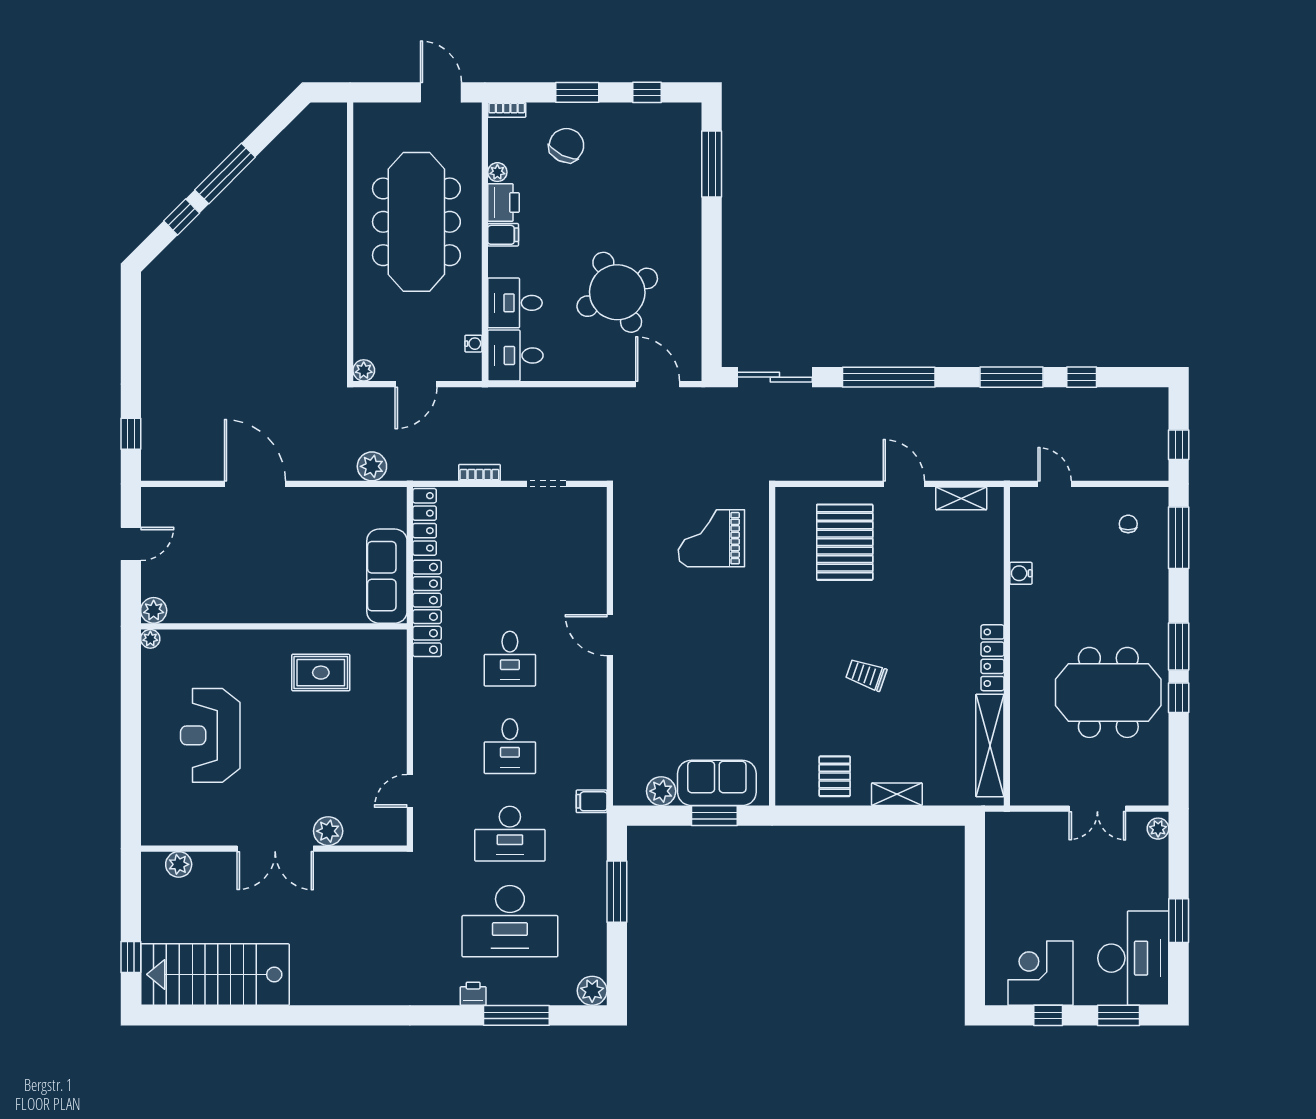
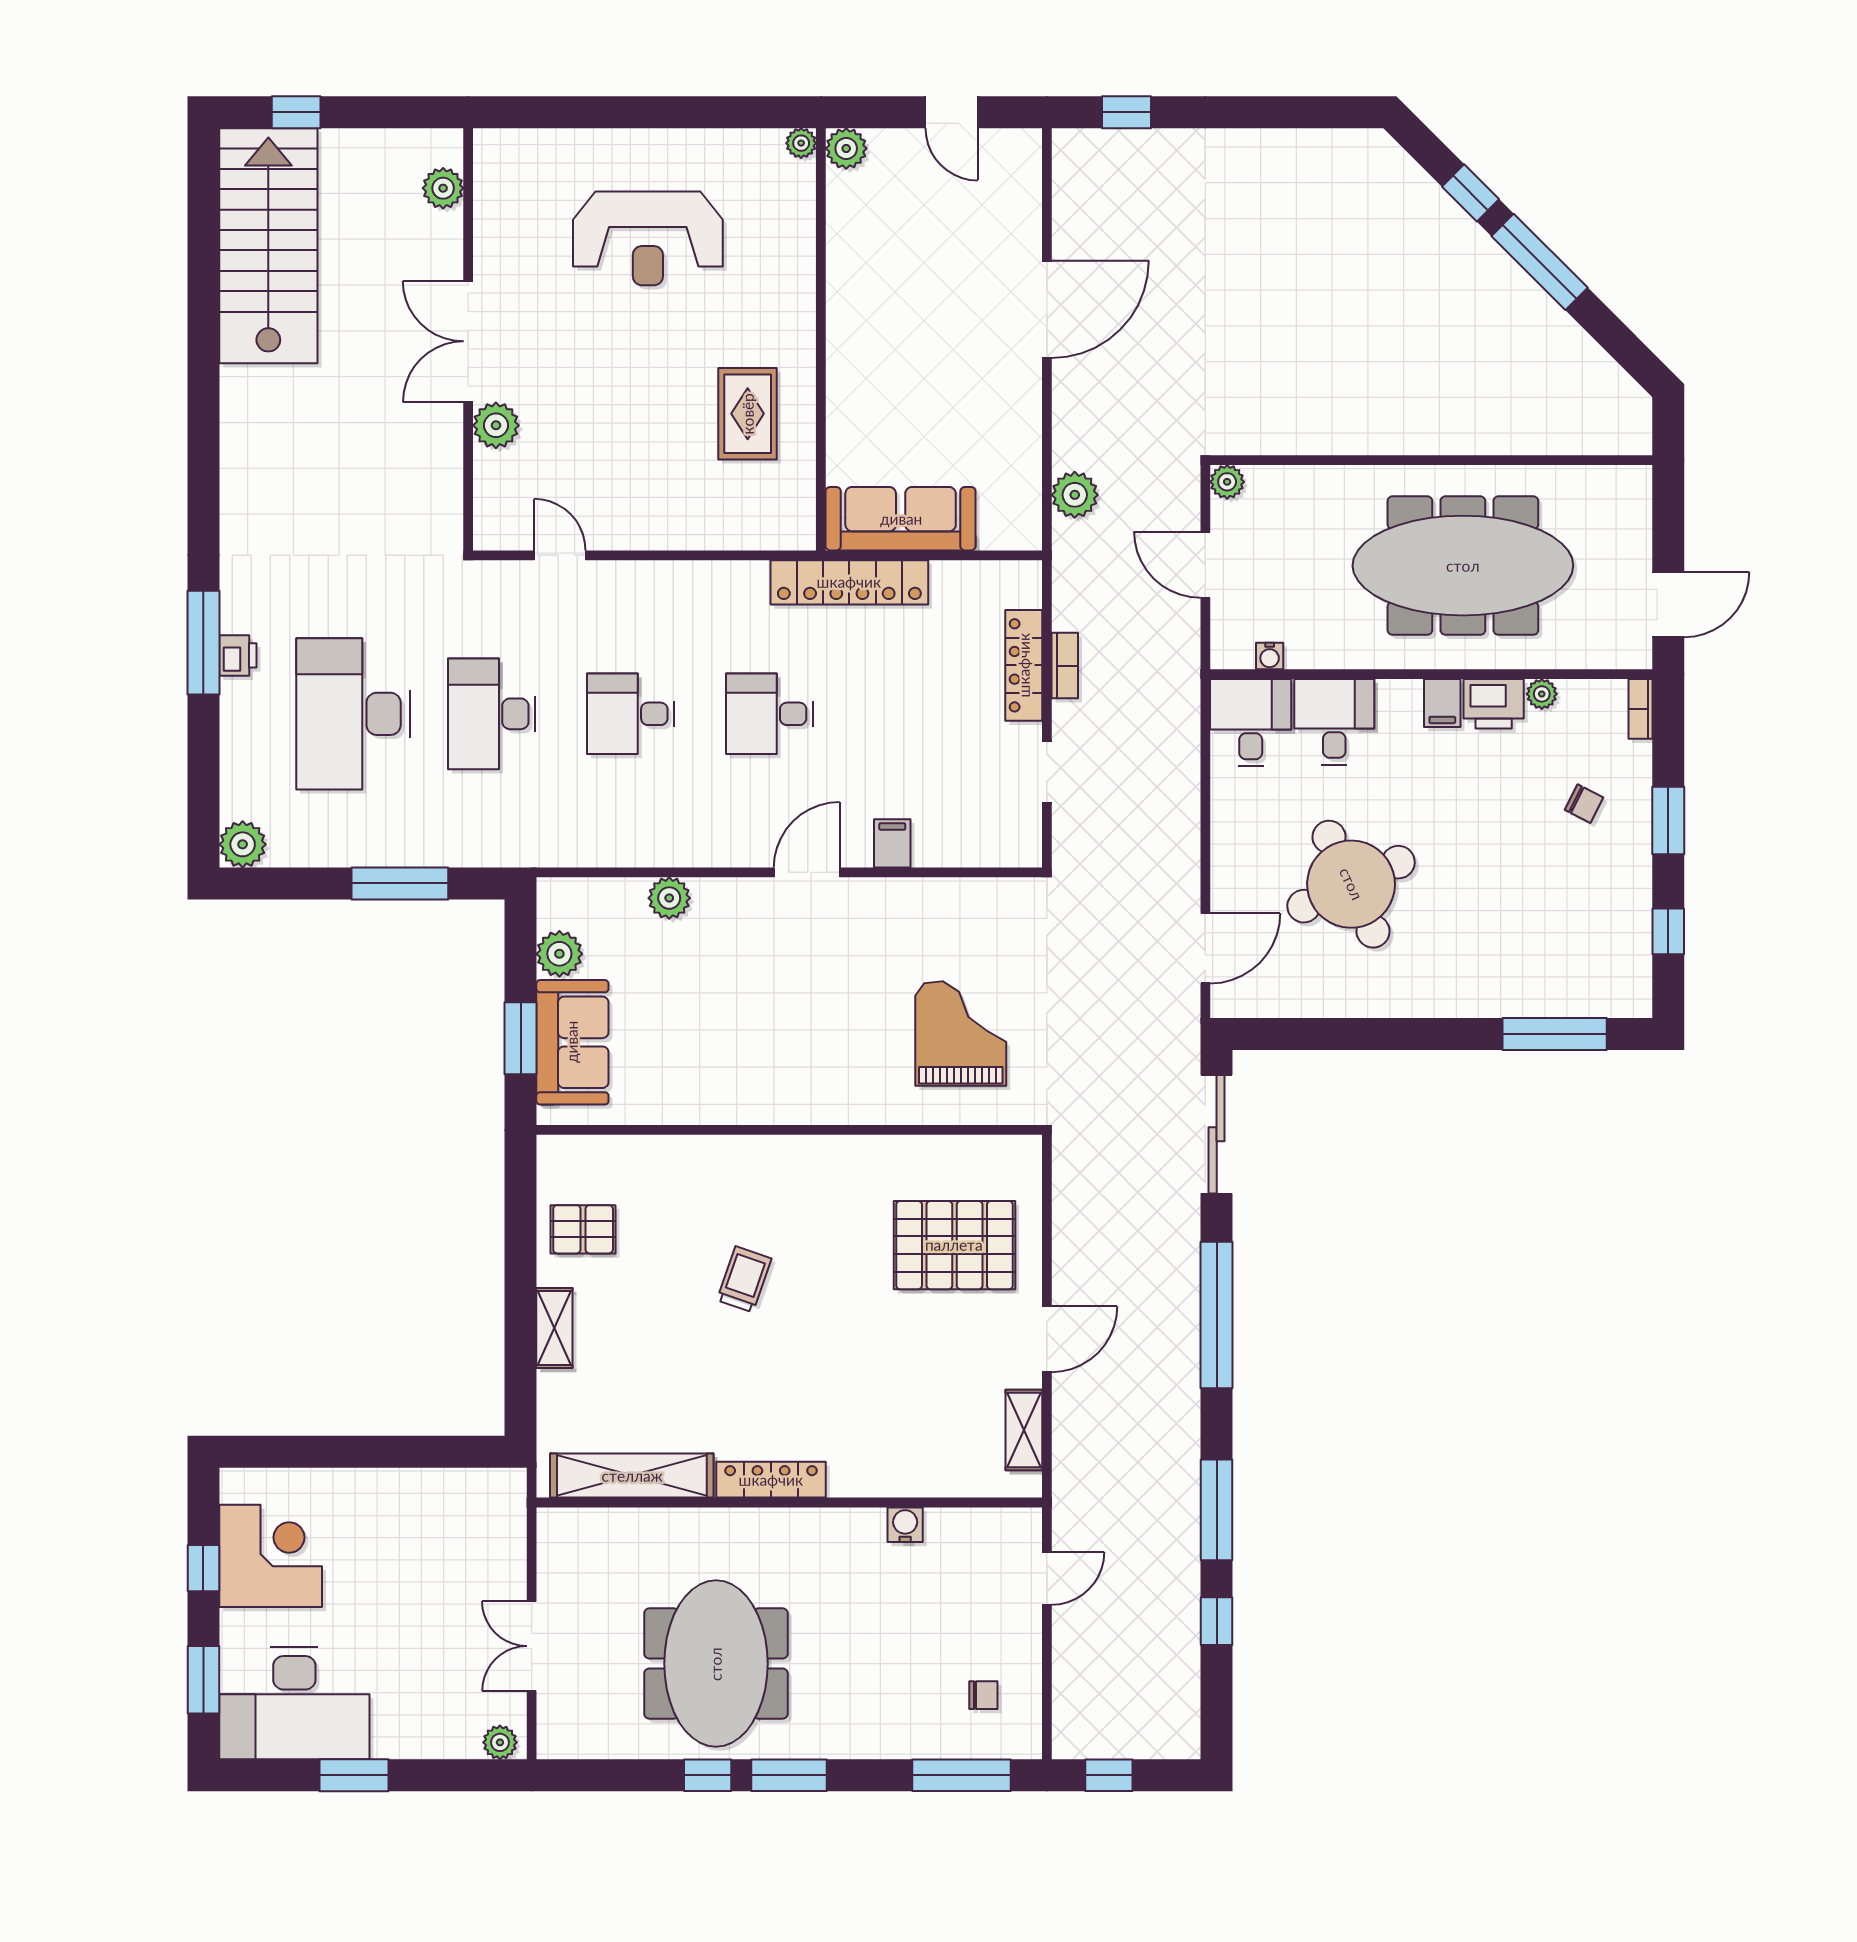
chair: (566, 145) -> (1584, 804), width x0.54, depth x0.54
locker: (425, 522) -> (1024, 665), moved, turned 90
plant: (626, 722) -> (669, 898), added
reception desk: (210, 735) -> (648, 238), turned 180
filing cabinet: (592, 801) -> (892, 843), moved
window: (516, 1015) -> (203, 643), moved

